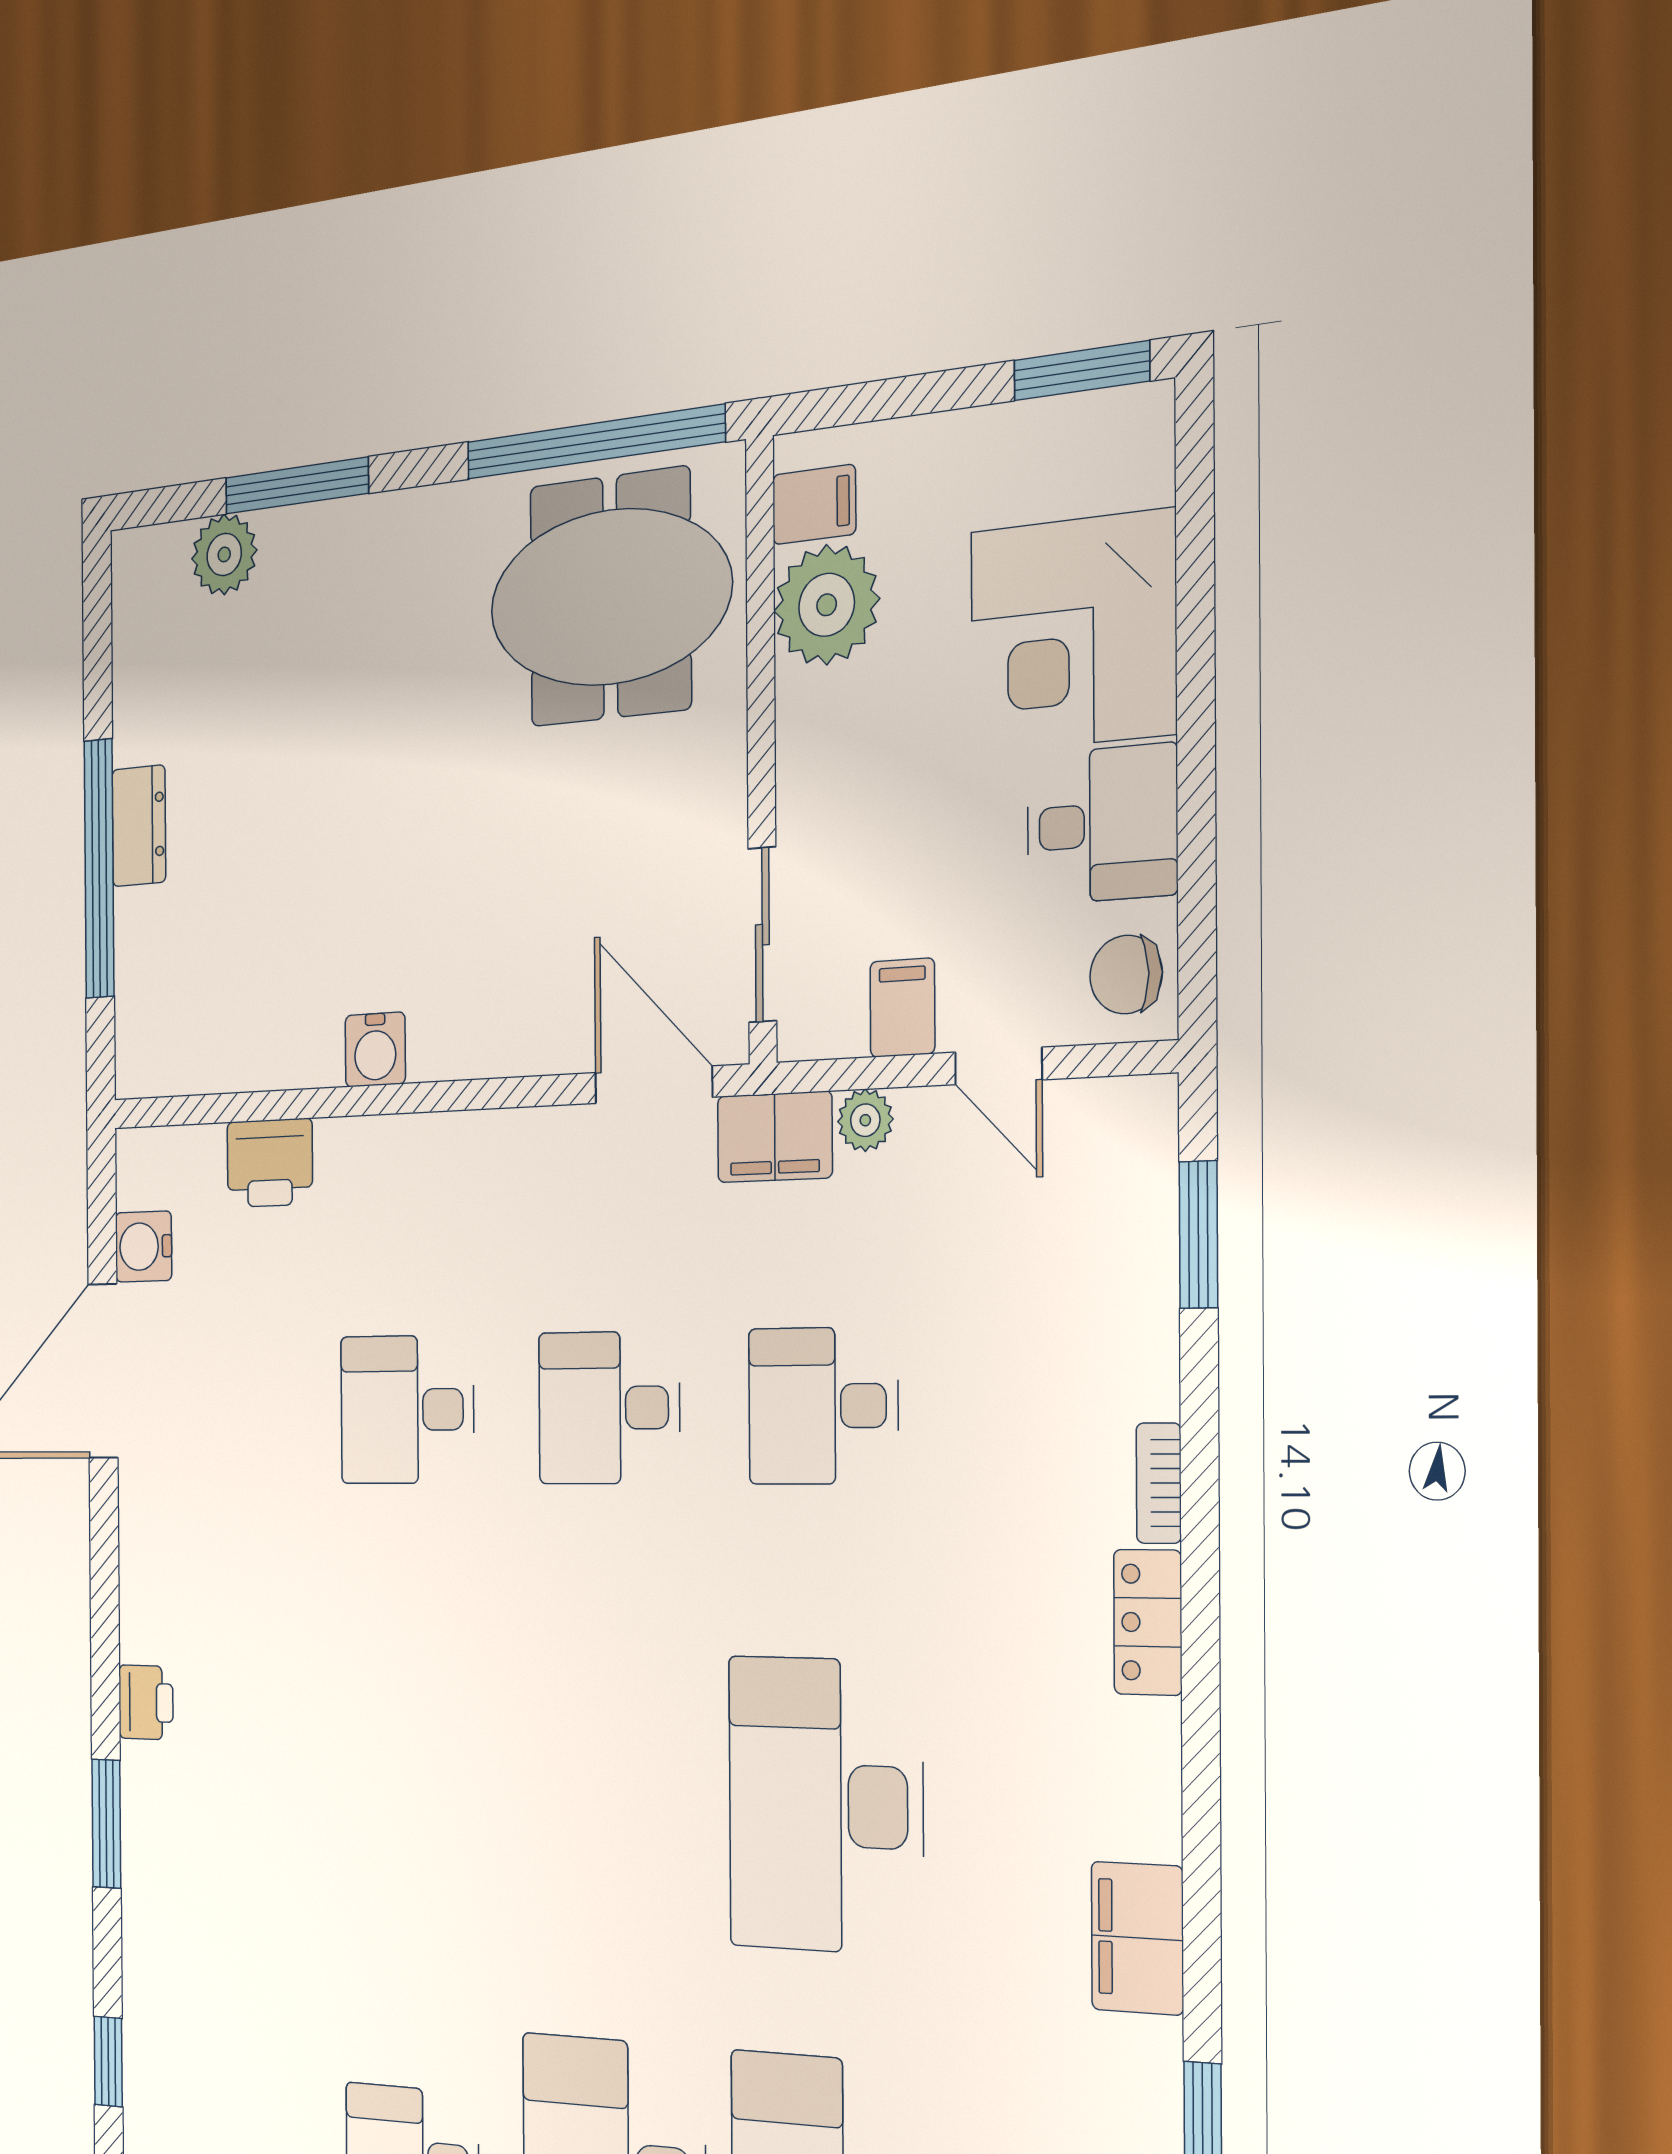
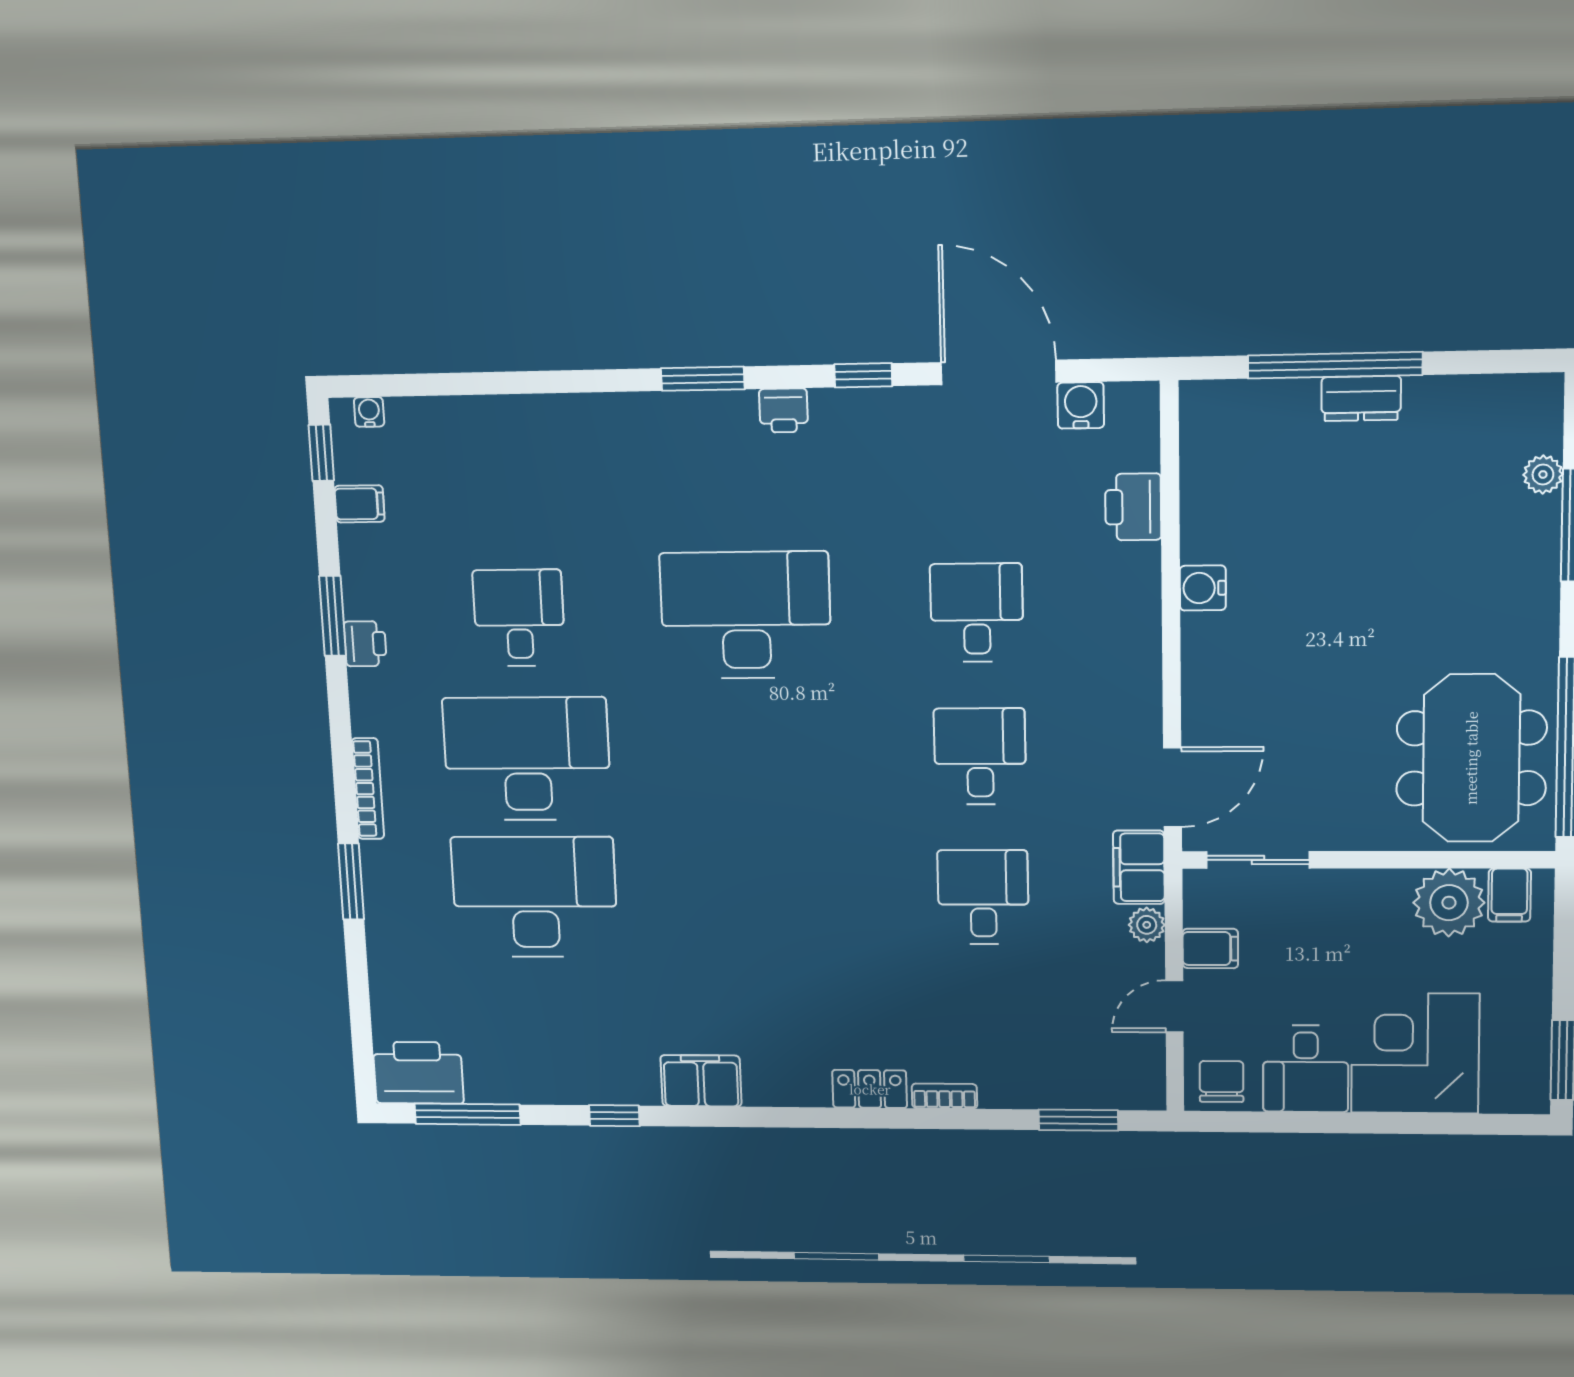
plant: (224, 554) -> (1543, 475), width x0.73, depth x0.73
desk: (825, 1805) -> (746, 615), moved
window: (108, 2061) -> (863, 375), moved

